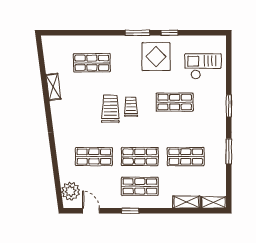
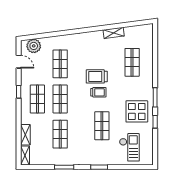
trolley: (110, 109) -> (97, 76), turned 180
door: (91, 211) -> (19, 62), hinge flipped

